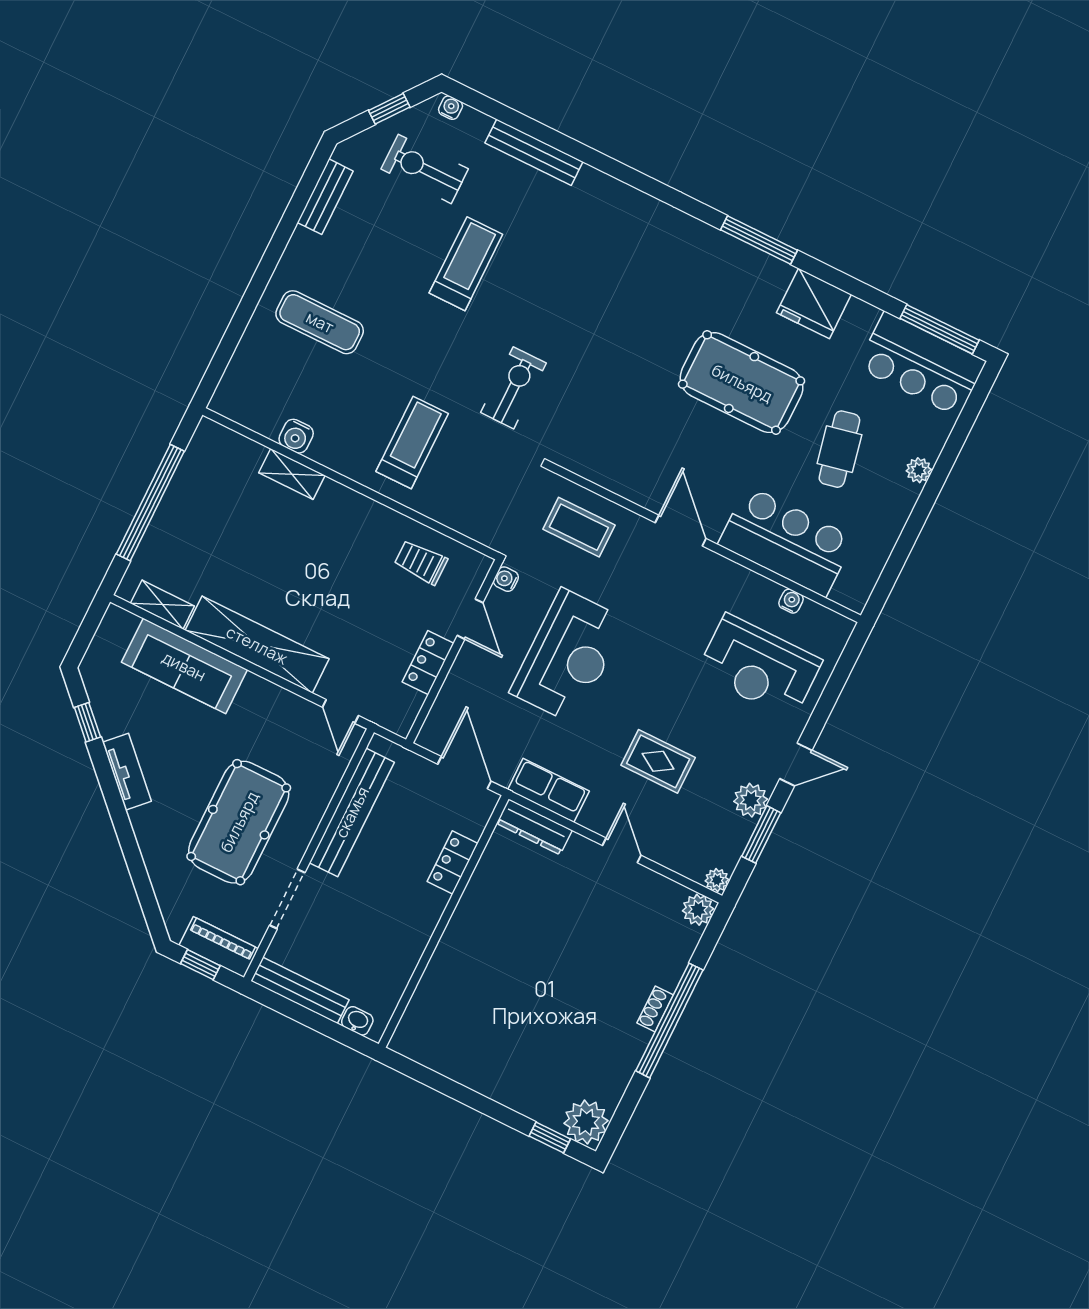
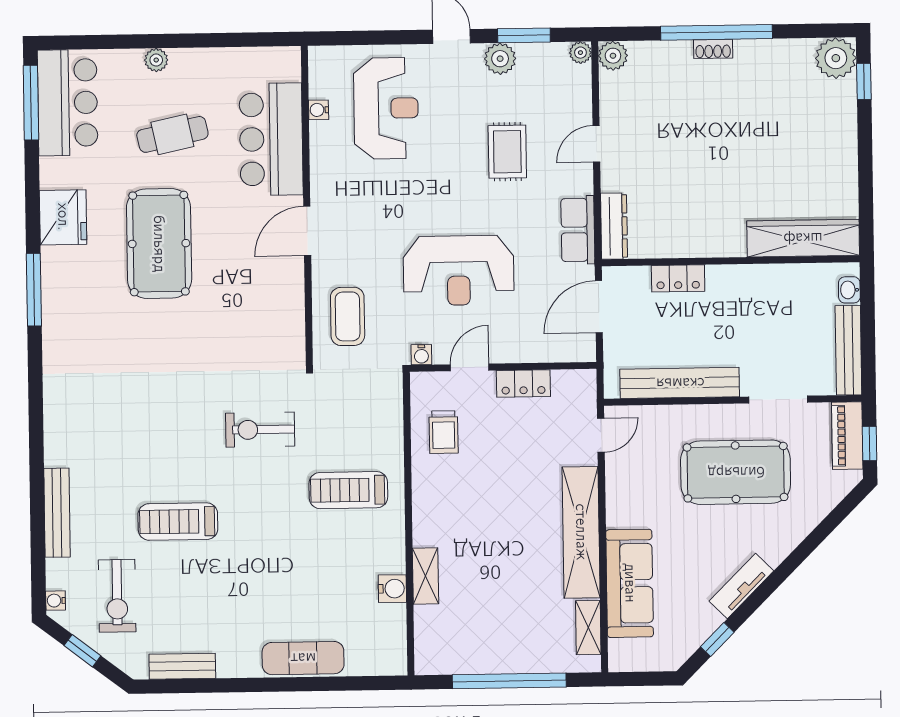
exercise mat: (320, 322) -> (303, 658), moved, turned 90
reception desk: (568, 656) -> (459, 271), turned 180
wardrobe: (430, 1002) -> (803, 238), added

